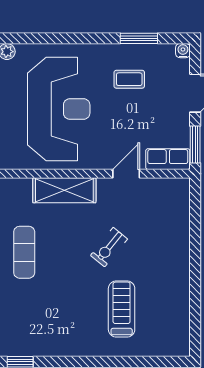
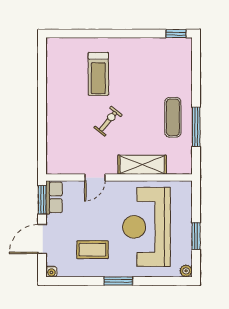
window: (139, 38) -> (118, 281), moved
coffee table: (129, 79) -> (93, 250), width x1.36, depth x1.30
row of seats: (168, 159) -> (54, 197), moved, turned -90

